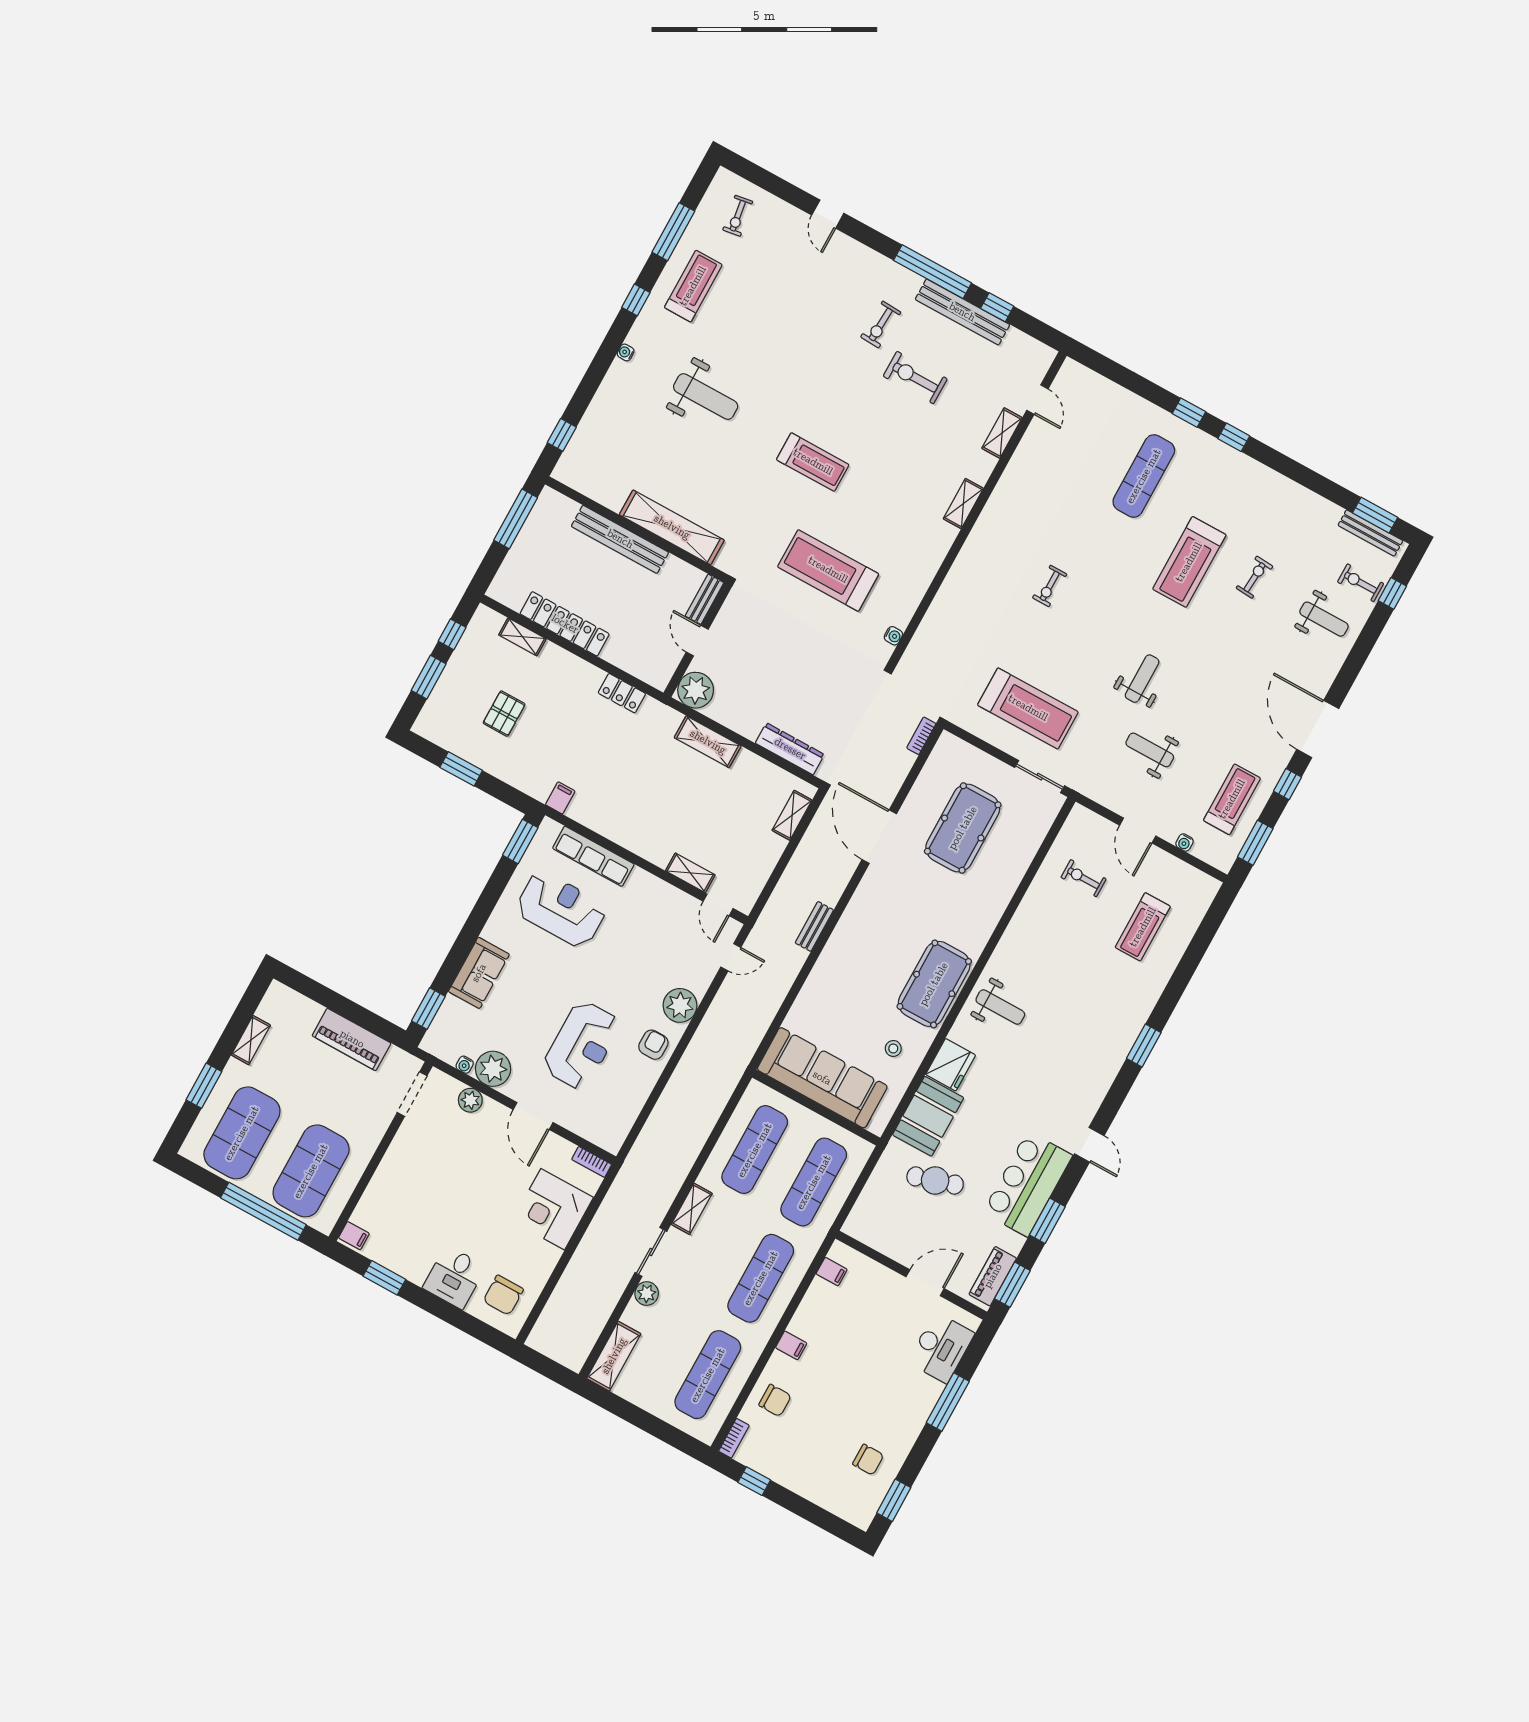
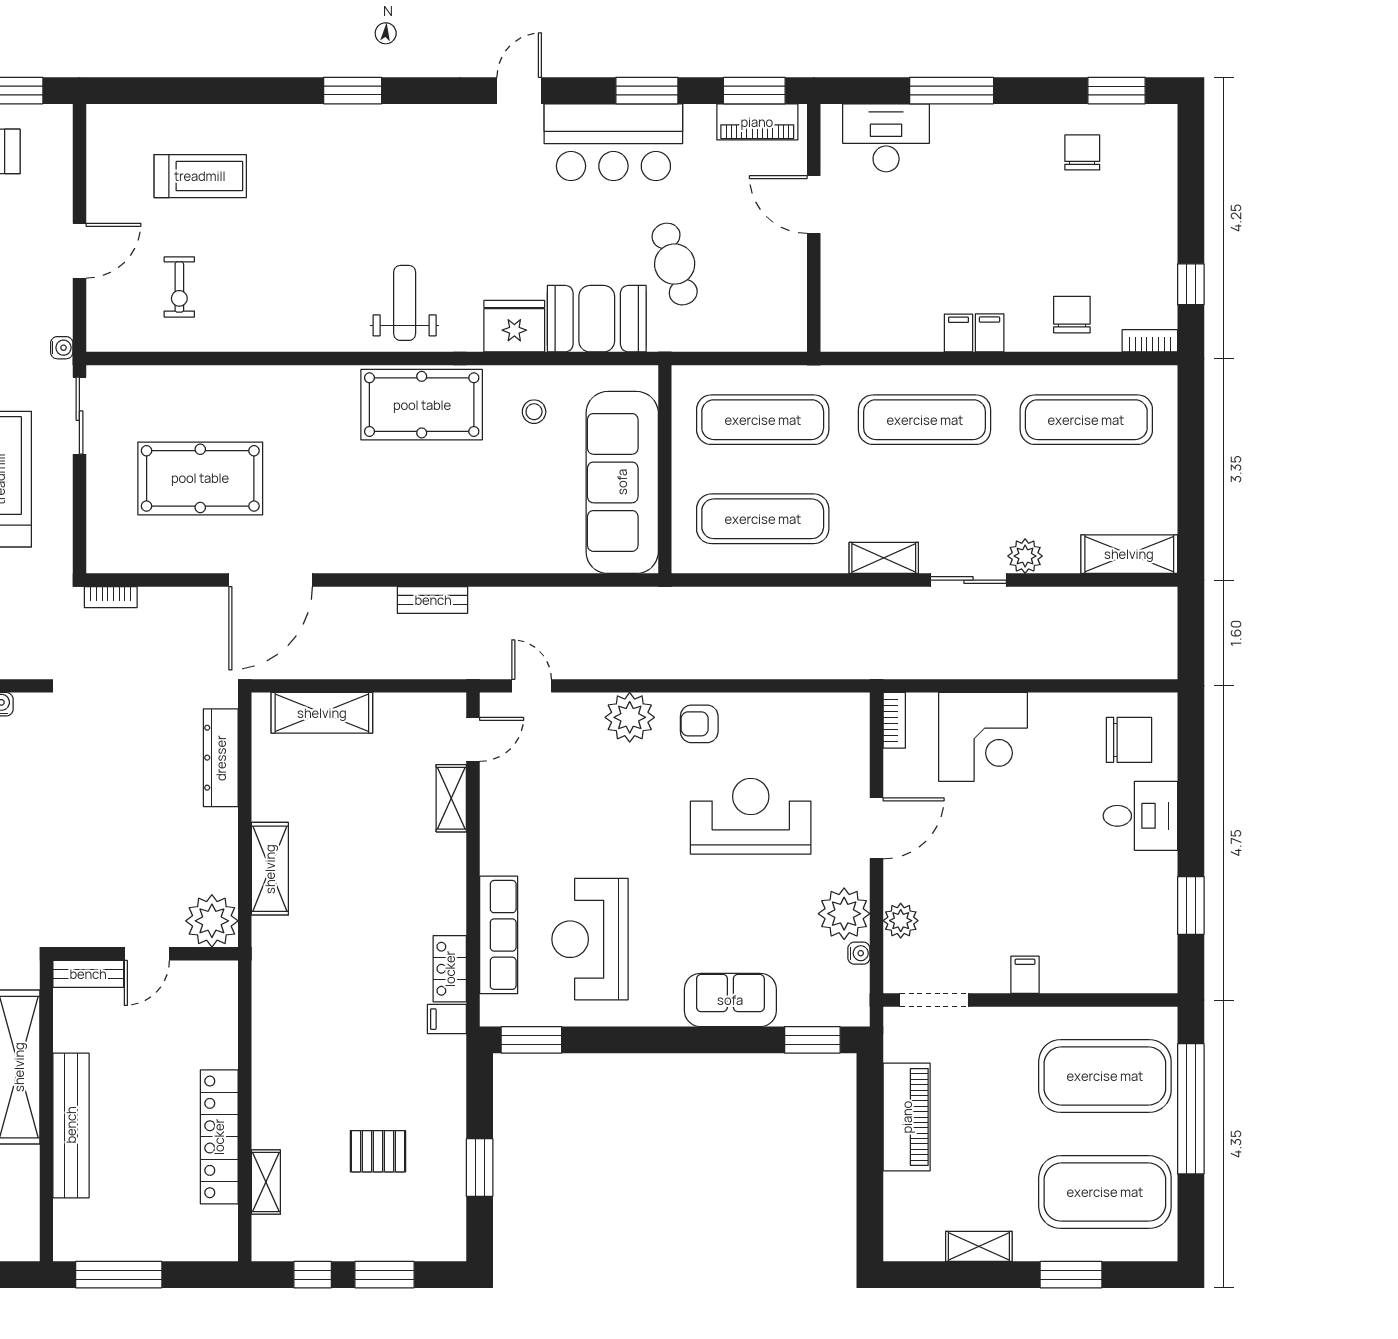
locker: (622, 693) -> (450, 969), moved, turned 180
shelving: (792, 815) -> (322, 713), width x1.50, depth x1.33
water cooler: (1184, 843) -> (62, 348), moved
filing cabinet: (354, 1236) -> (1025, 975), moved
filing cabinet: (832, 1272) -> (958, 333), moved

